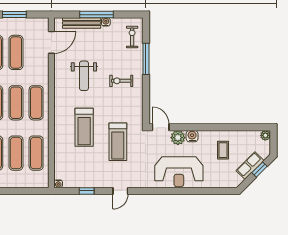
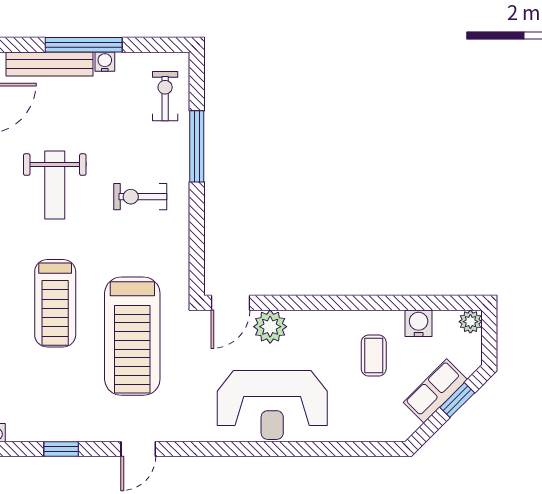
door: (161, 127) -> (230, 303), swing flipped
water cooler: (192, 136) -> (419, 323), moved
treadmill: (118, 142) -> (132, 336), width x1.37, depth x1.38

